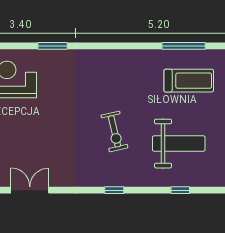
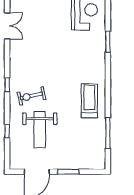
treadmill: (189, 81) -> (89, 101), moved, turned 180
exercise bike: (114, 131) -> (31, 96), moved

